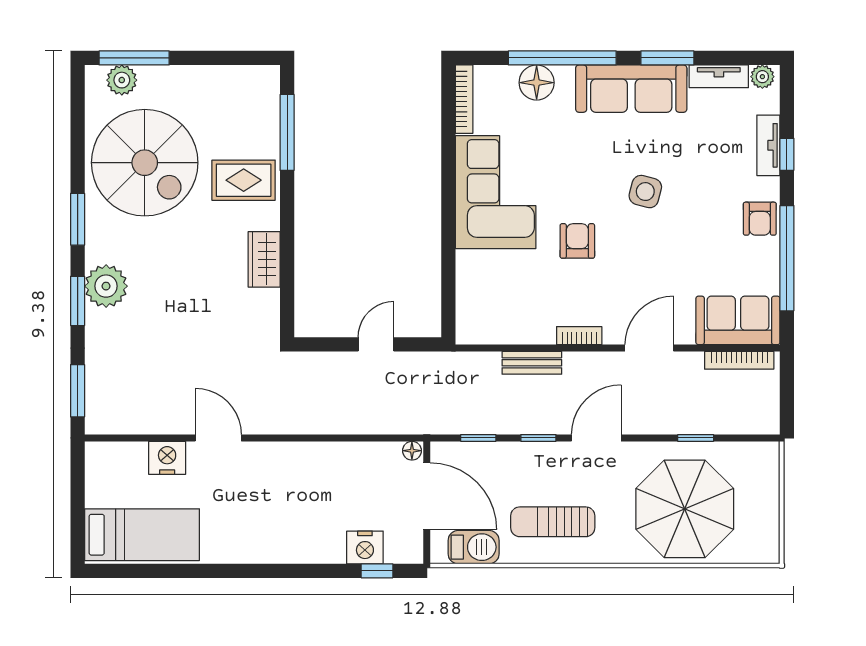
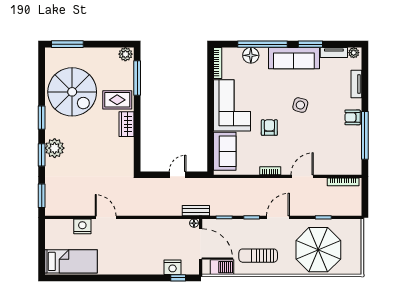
plant: (122, 80) -> (125, 54), moved
window: (787, 154) -> (365, 88), removed
armchair: (760, 219) -> (353, 117), turned 90
wardrobe: (264, 259) -> (127, 124), moved
sofa: (738, 320) -> (225, 151), moved, turned 90
bench: (532, 363) -> (196, 211), moved

